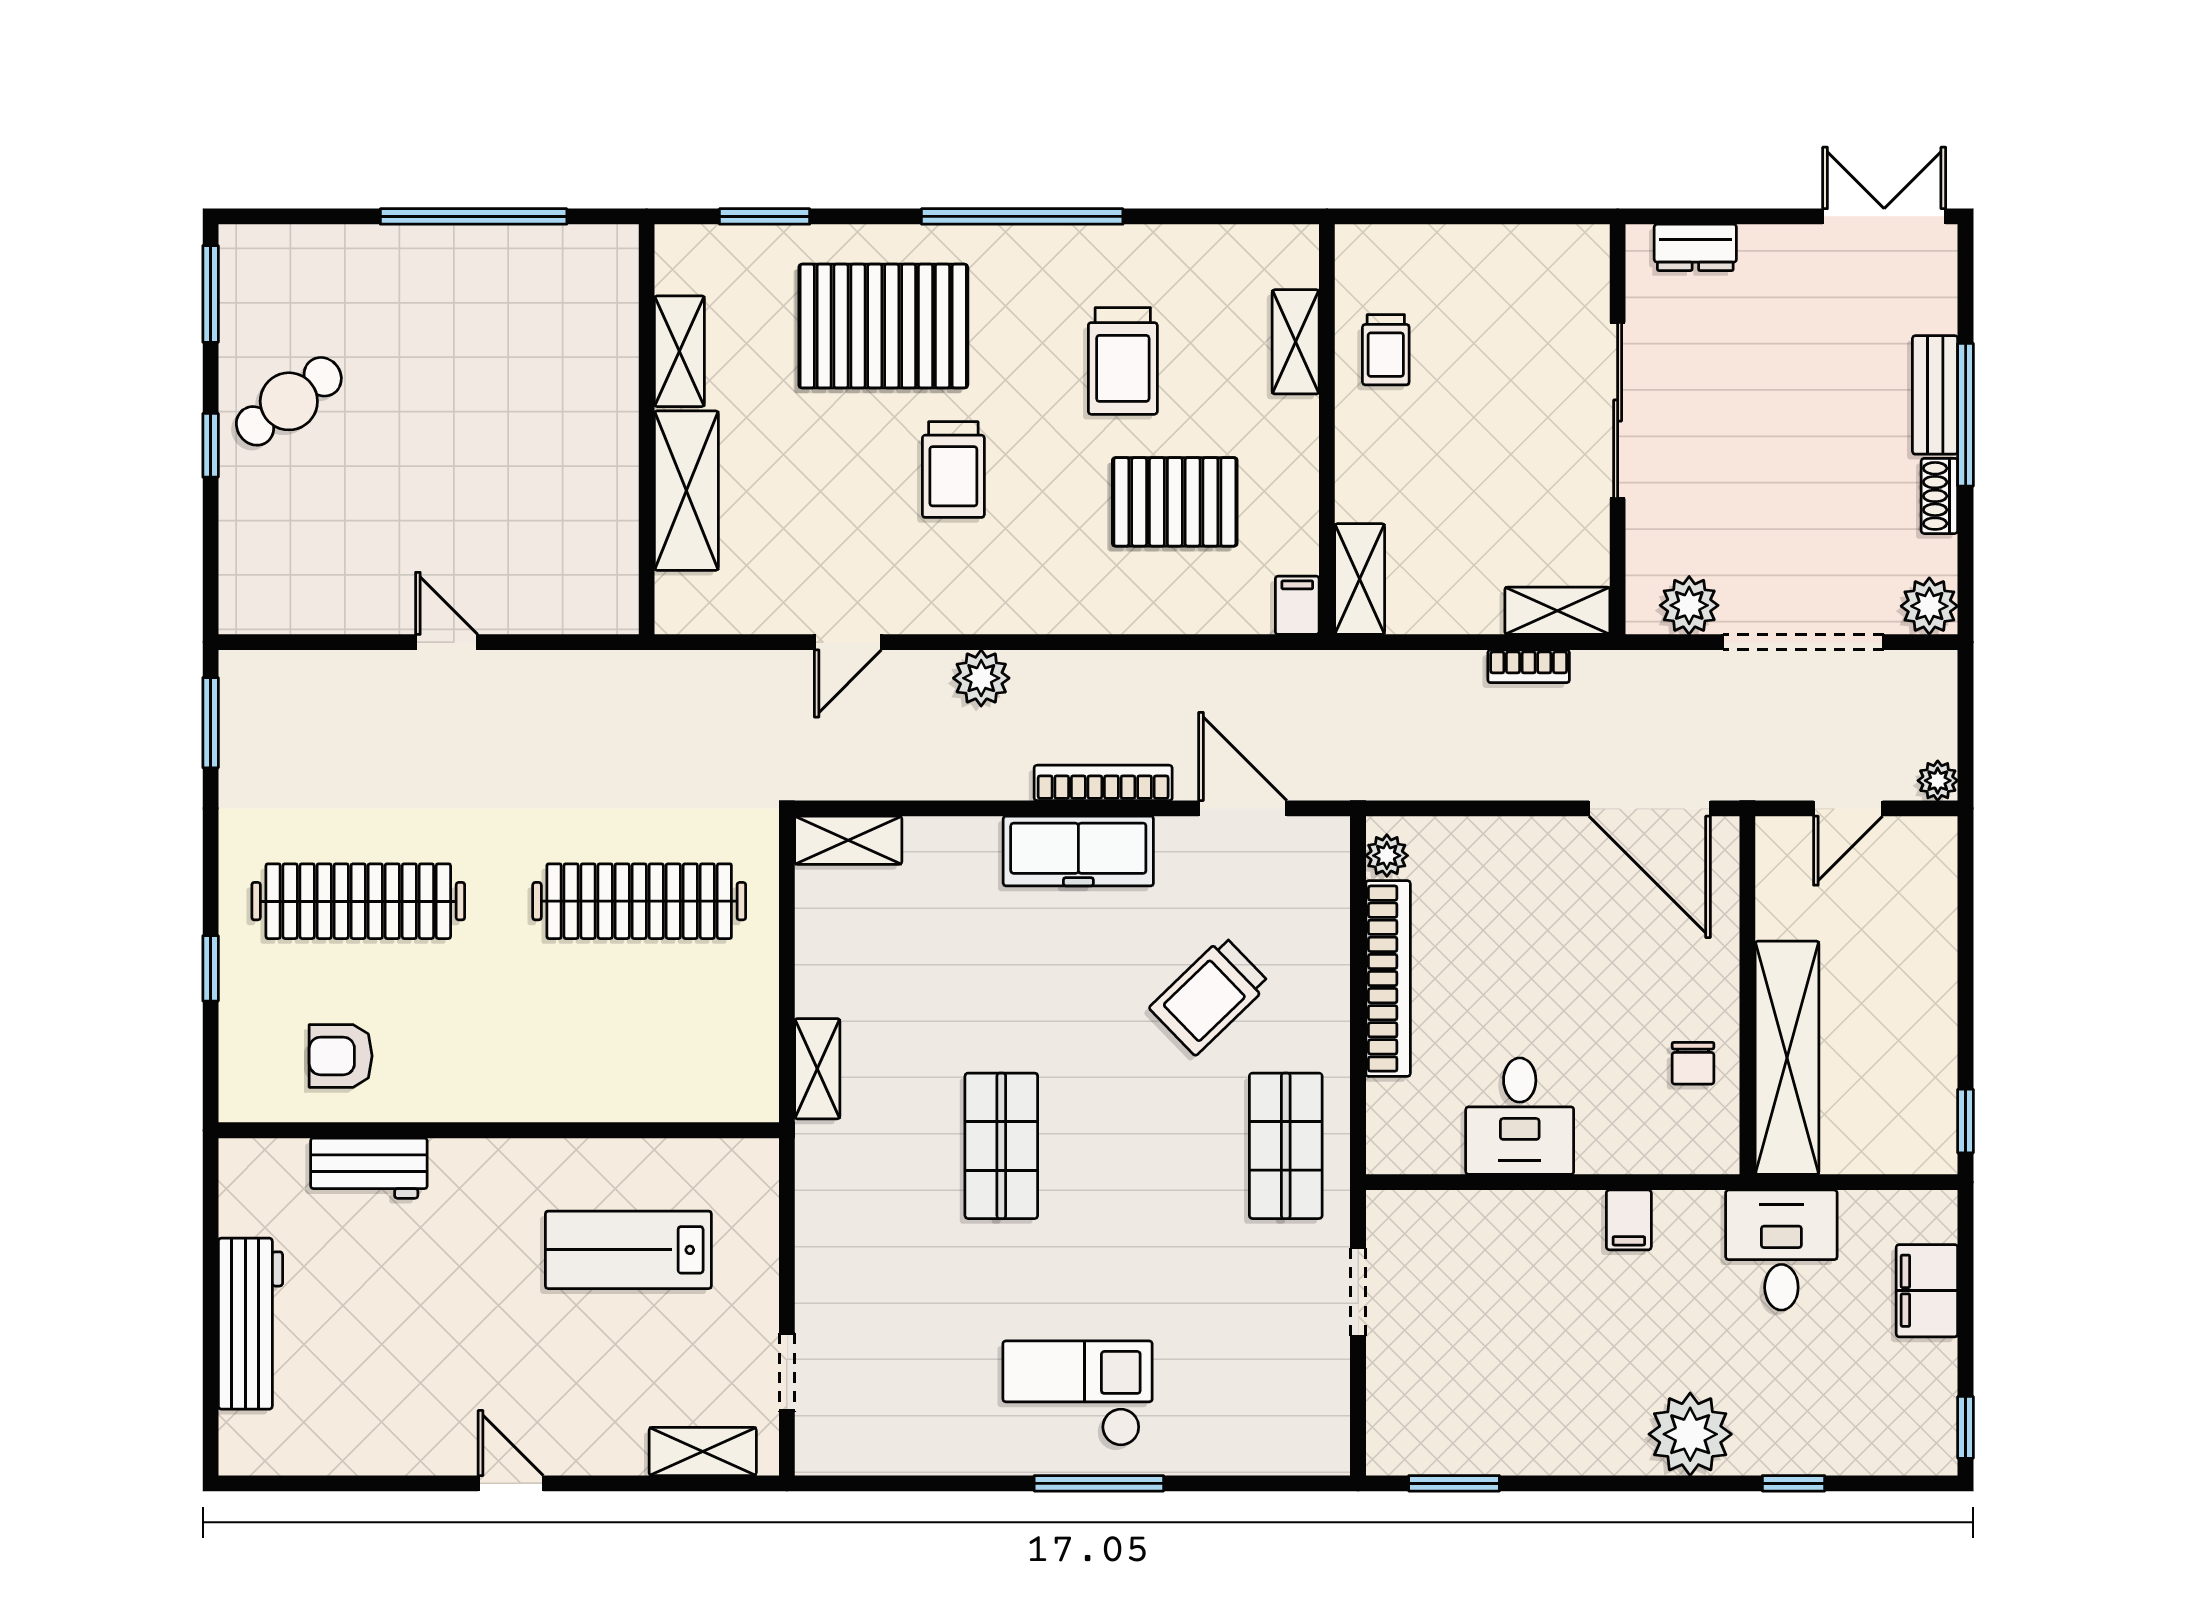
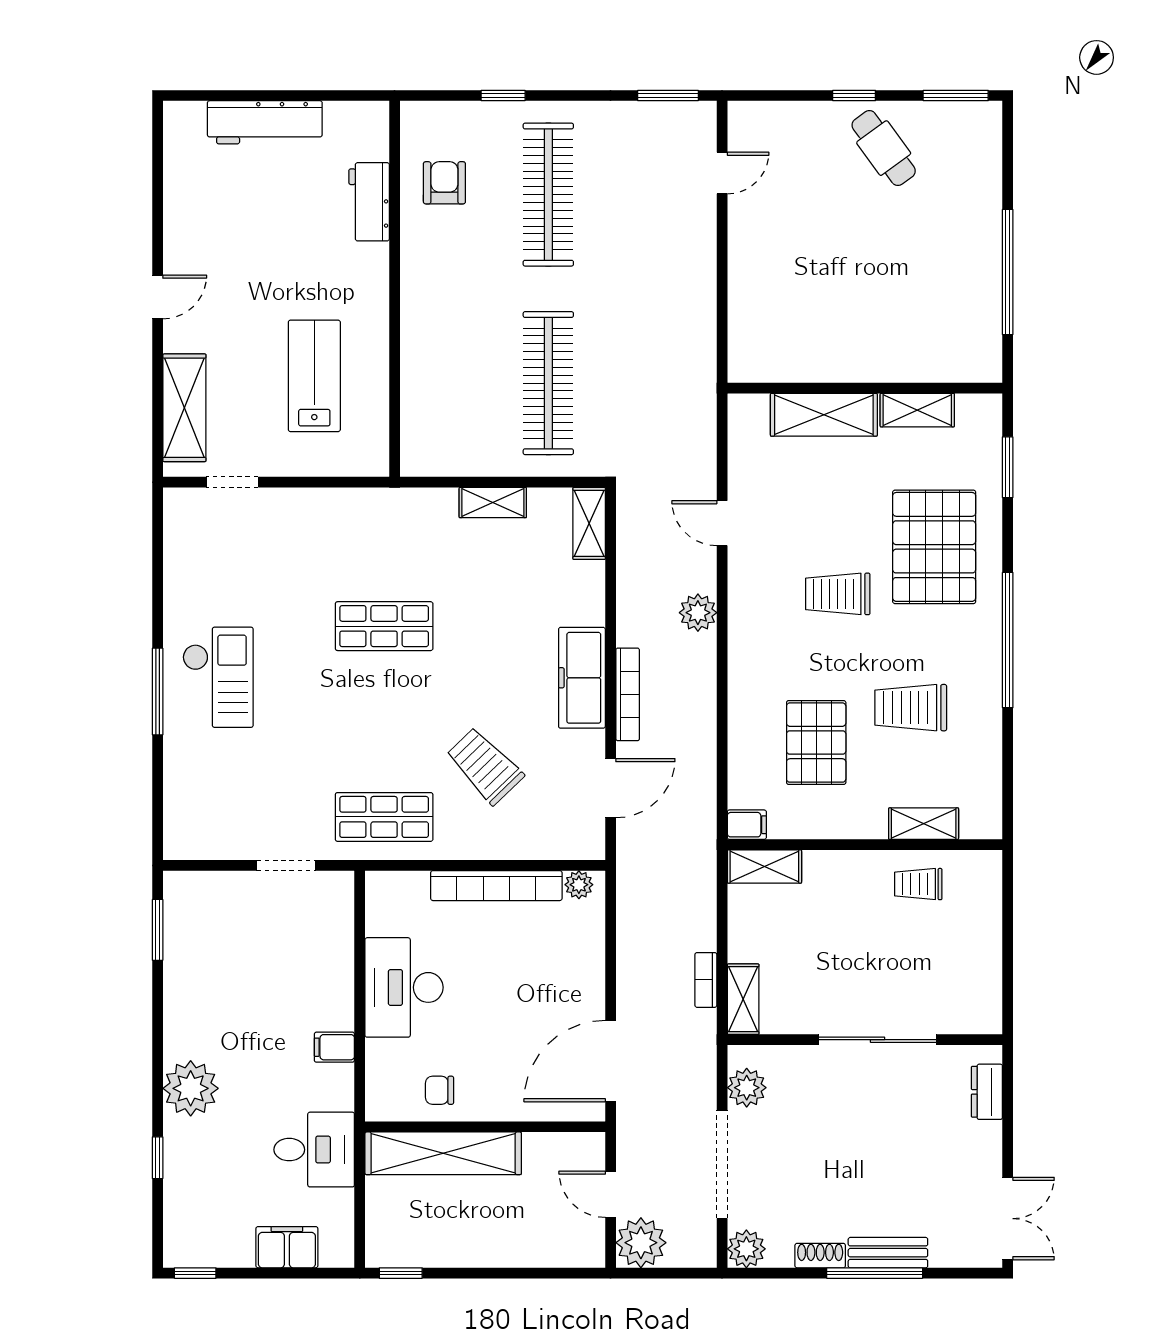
door: (447, 642) -> (722, 173), moved
plant: (1938, 781) -> (641, 1243), width x1.88, depth x1.88
shelving: (817, 1069) -> (493, 503), moved
desk: (1520, 1116) -> (404, 987), width x1.37
shelving: (703, 1451) -> (184, 408), width x1.50, depth x1.33

